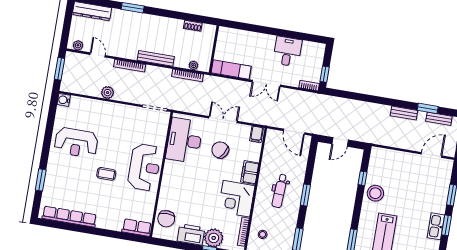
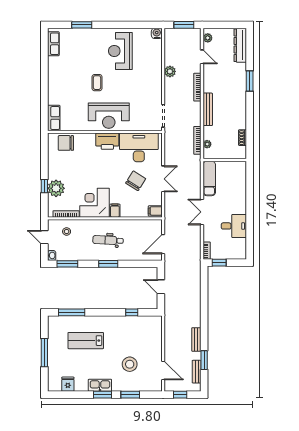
door: (98, 55) -> (202, 57), hinge flipped
filing cabinet: (250, 173) -> (115, 211), width x0.50
stool: (375, 193) -> (130, 364), moved
row of seats: (69, 217) -> (53, 44), width x0.50
printer: (191, 234) -> (107, 141), moved, turned 90

